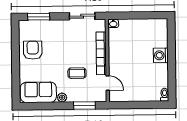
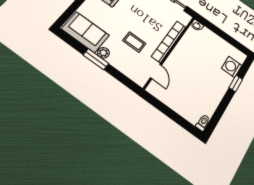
window: (171, 48) -> (236, 83), added
washing machine: (161, 55) -> (232, 67), moved
window: (84, 106) -> (96, 59), moved

